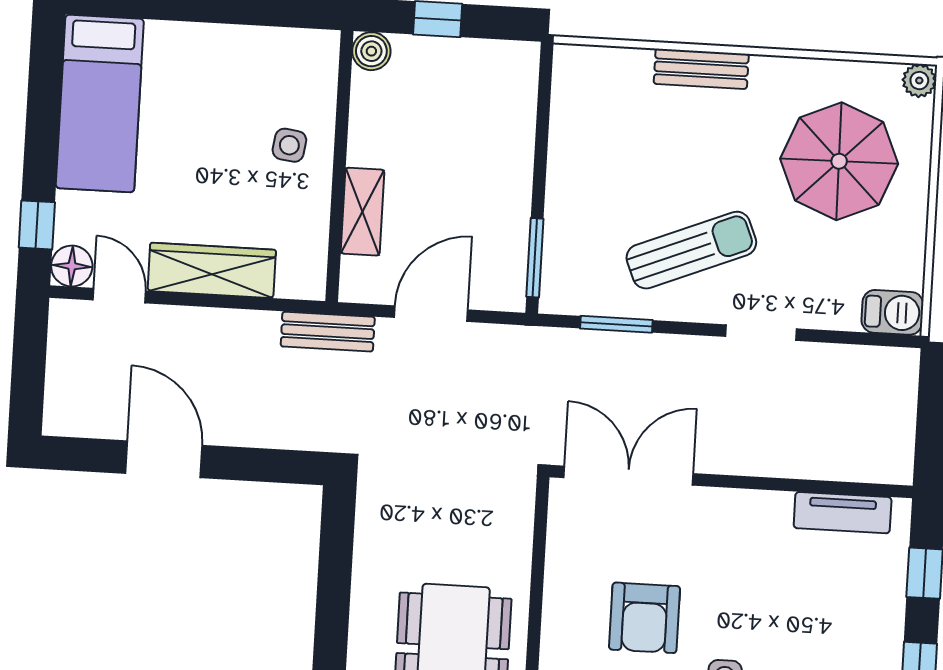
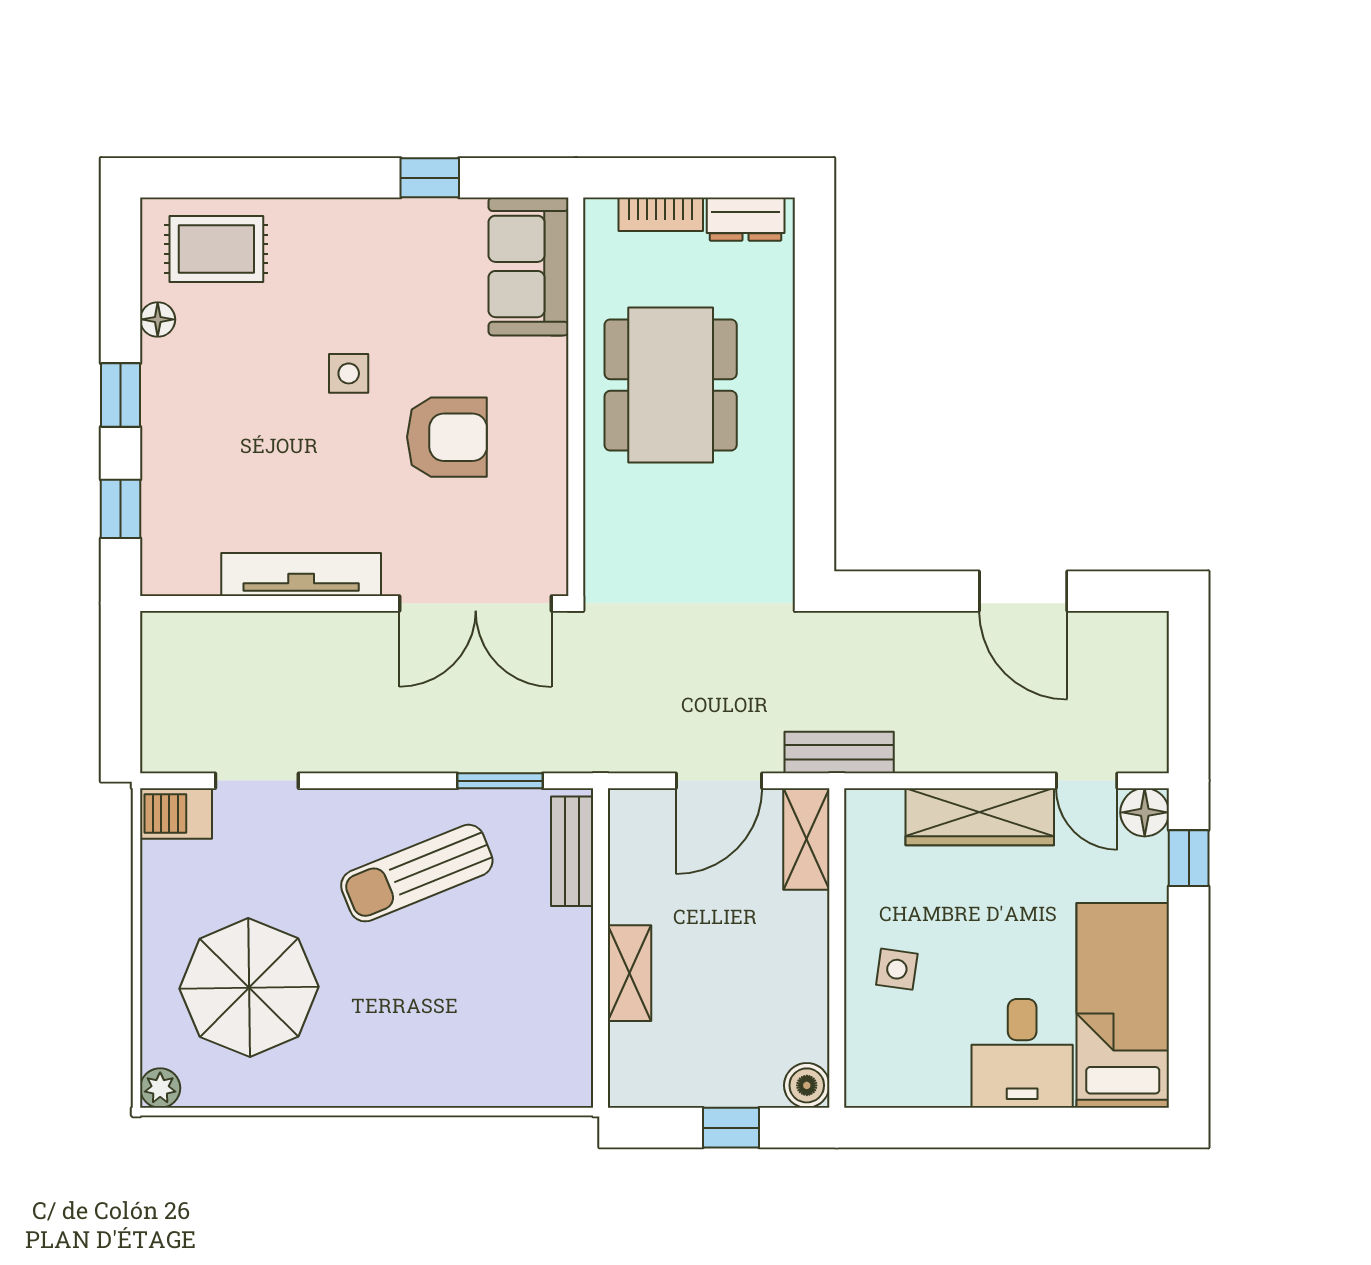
desk: (187, 68) -> (1022, 1053), added
bench: (701, 69) -> (572, 851), moved, turned 90
shelving: (516, 155) -> (629, 973), added
shelving: (362, 212) -> (806, 839), moved
window: (535, 258) -> (600, 853), removed
doorway: (761, 333) -> (257, 781), moved
tv unit: (843, 513) -> (301, 574), moved, width x1.41
armchair: (645, 618) -> (447, 437), turned 90

